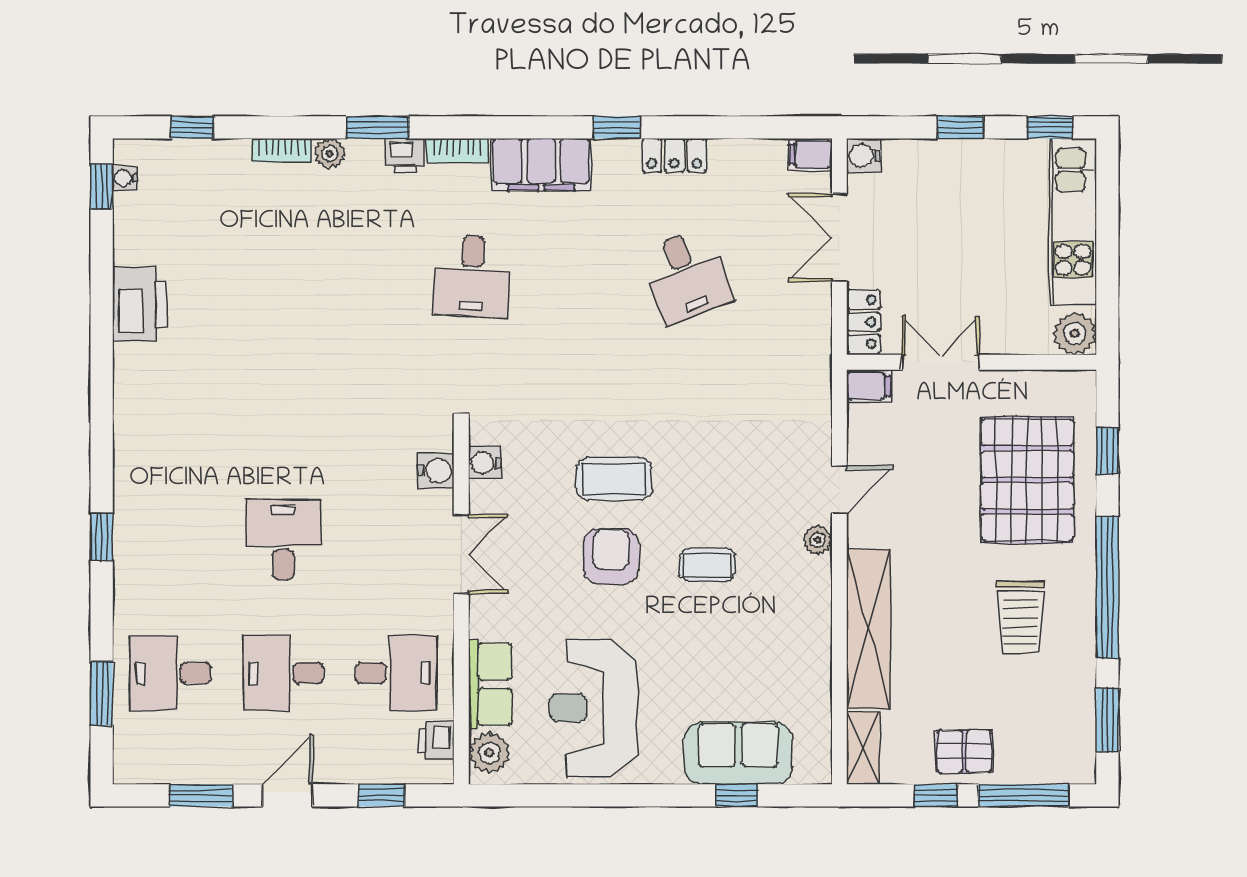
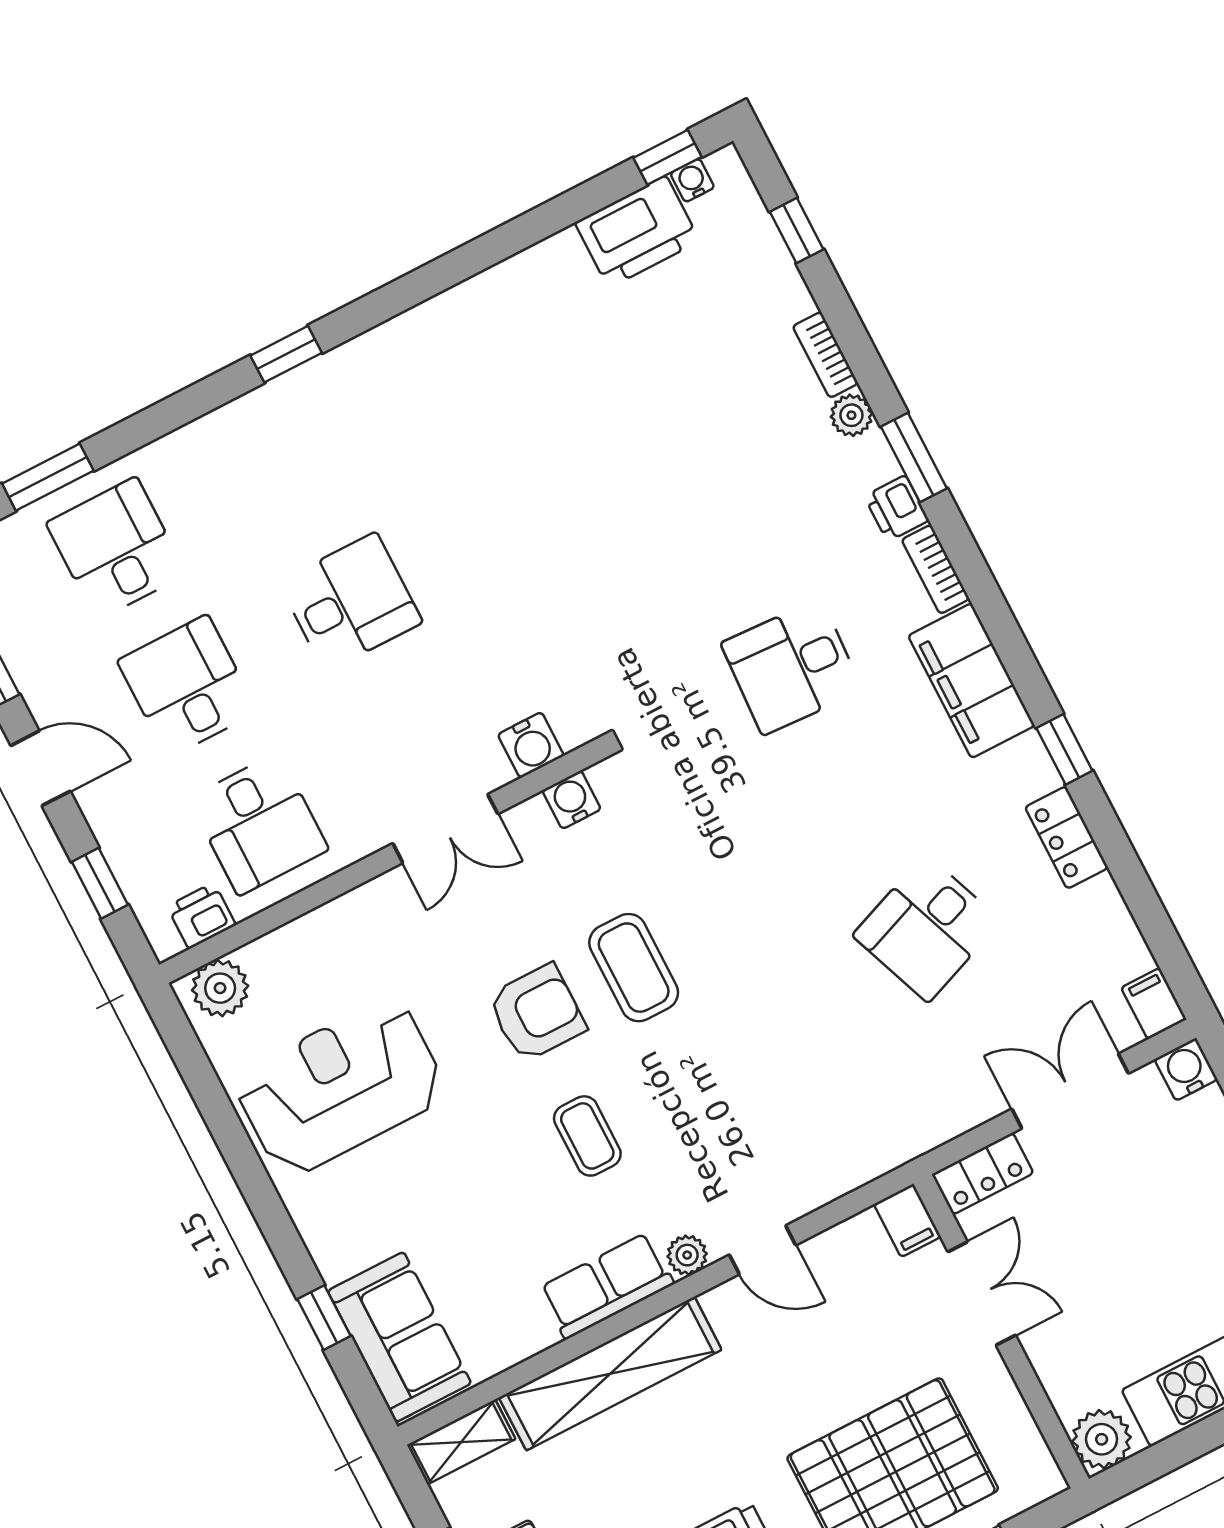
printer: (140, 304) -> (637, 232), moved
window: (102, 537) -> (286, 354), moved
row of seats: (490, 684) -> (607, 1286), moved, turned 180
sofa: (738, 753) -> (399, 1337), moved

